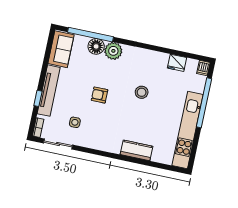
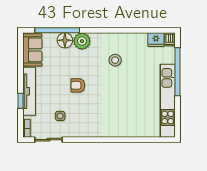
fridge: (177, 63) -> (156, 40), moved
stool: (142, 92) -> (115, 60), moved
kitchen counter: (137, 150) -> (124, 130), removed

